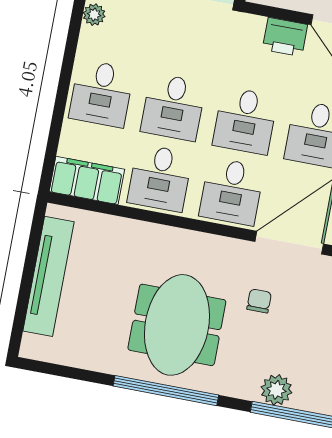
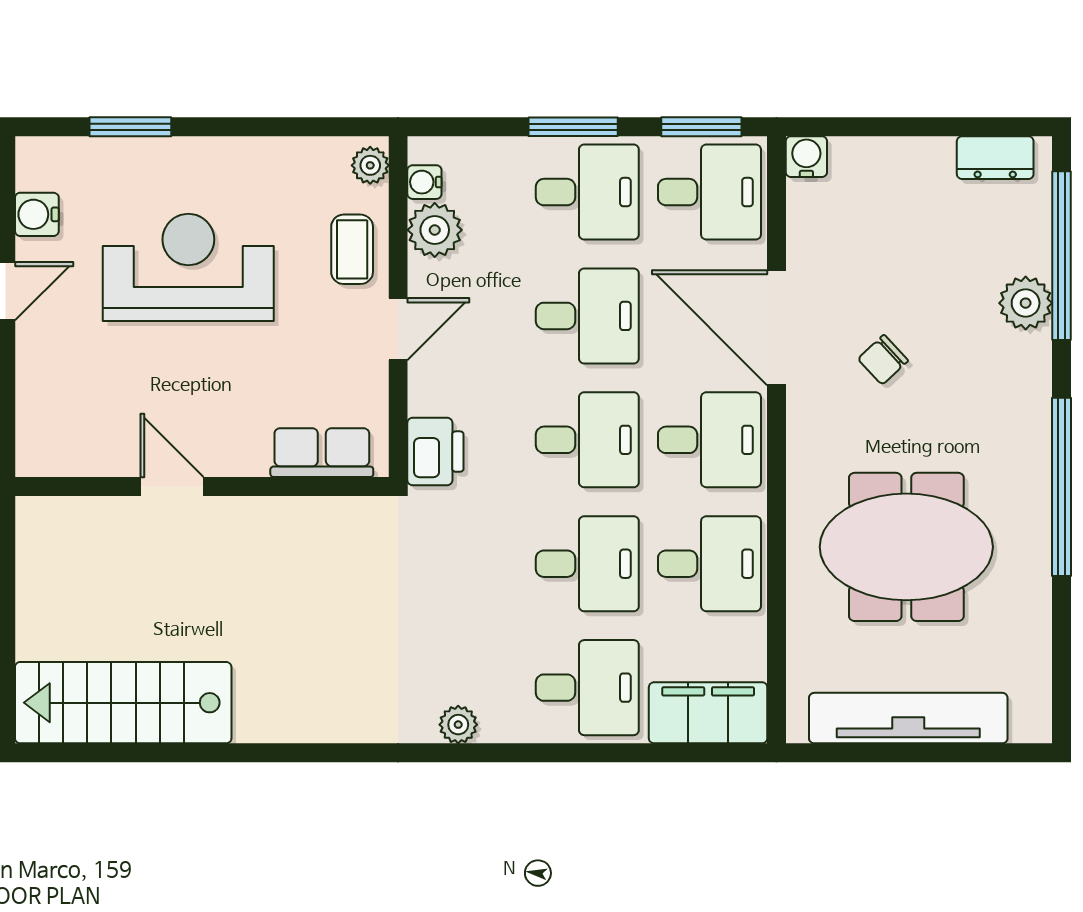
printer: (285, 37) -> (435, 452), moved
filing cabinet: (87, 180) -> (708, 713), moved, turned 90
chair: (259, 301) -> (883, 360), turned -43
meeting table: (177, 325) -> (906, 547), moved

